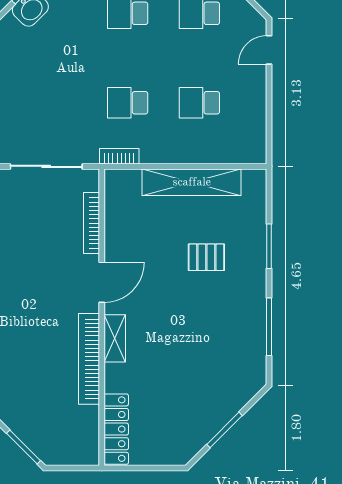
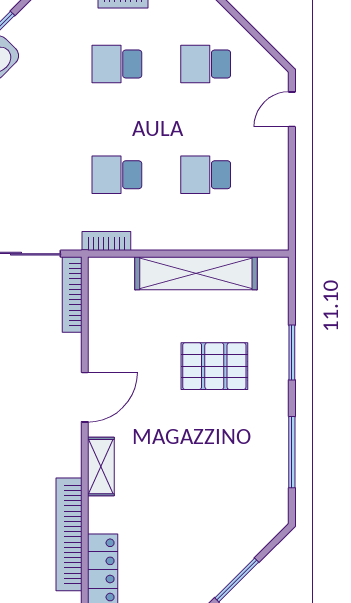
bookcase: (92, 223) -> (72, 294), moved
pallet: (206, 257) -> (214, 366), width x1.50, depth x1.42
bookcase: (89, 359) -> (69, 534), moved

